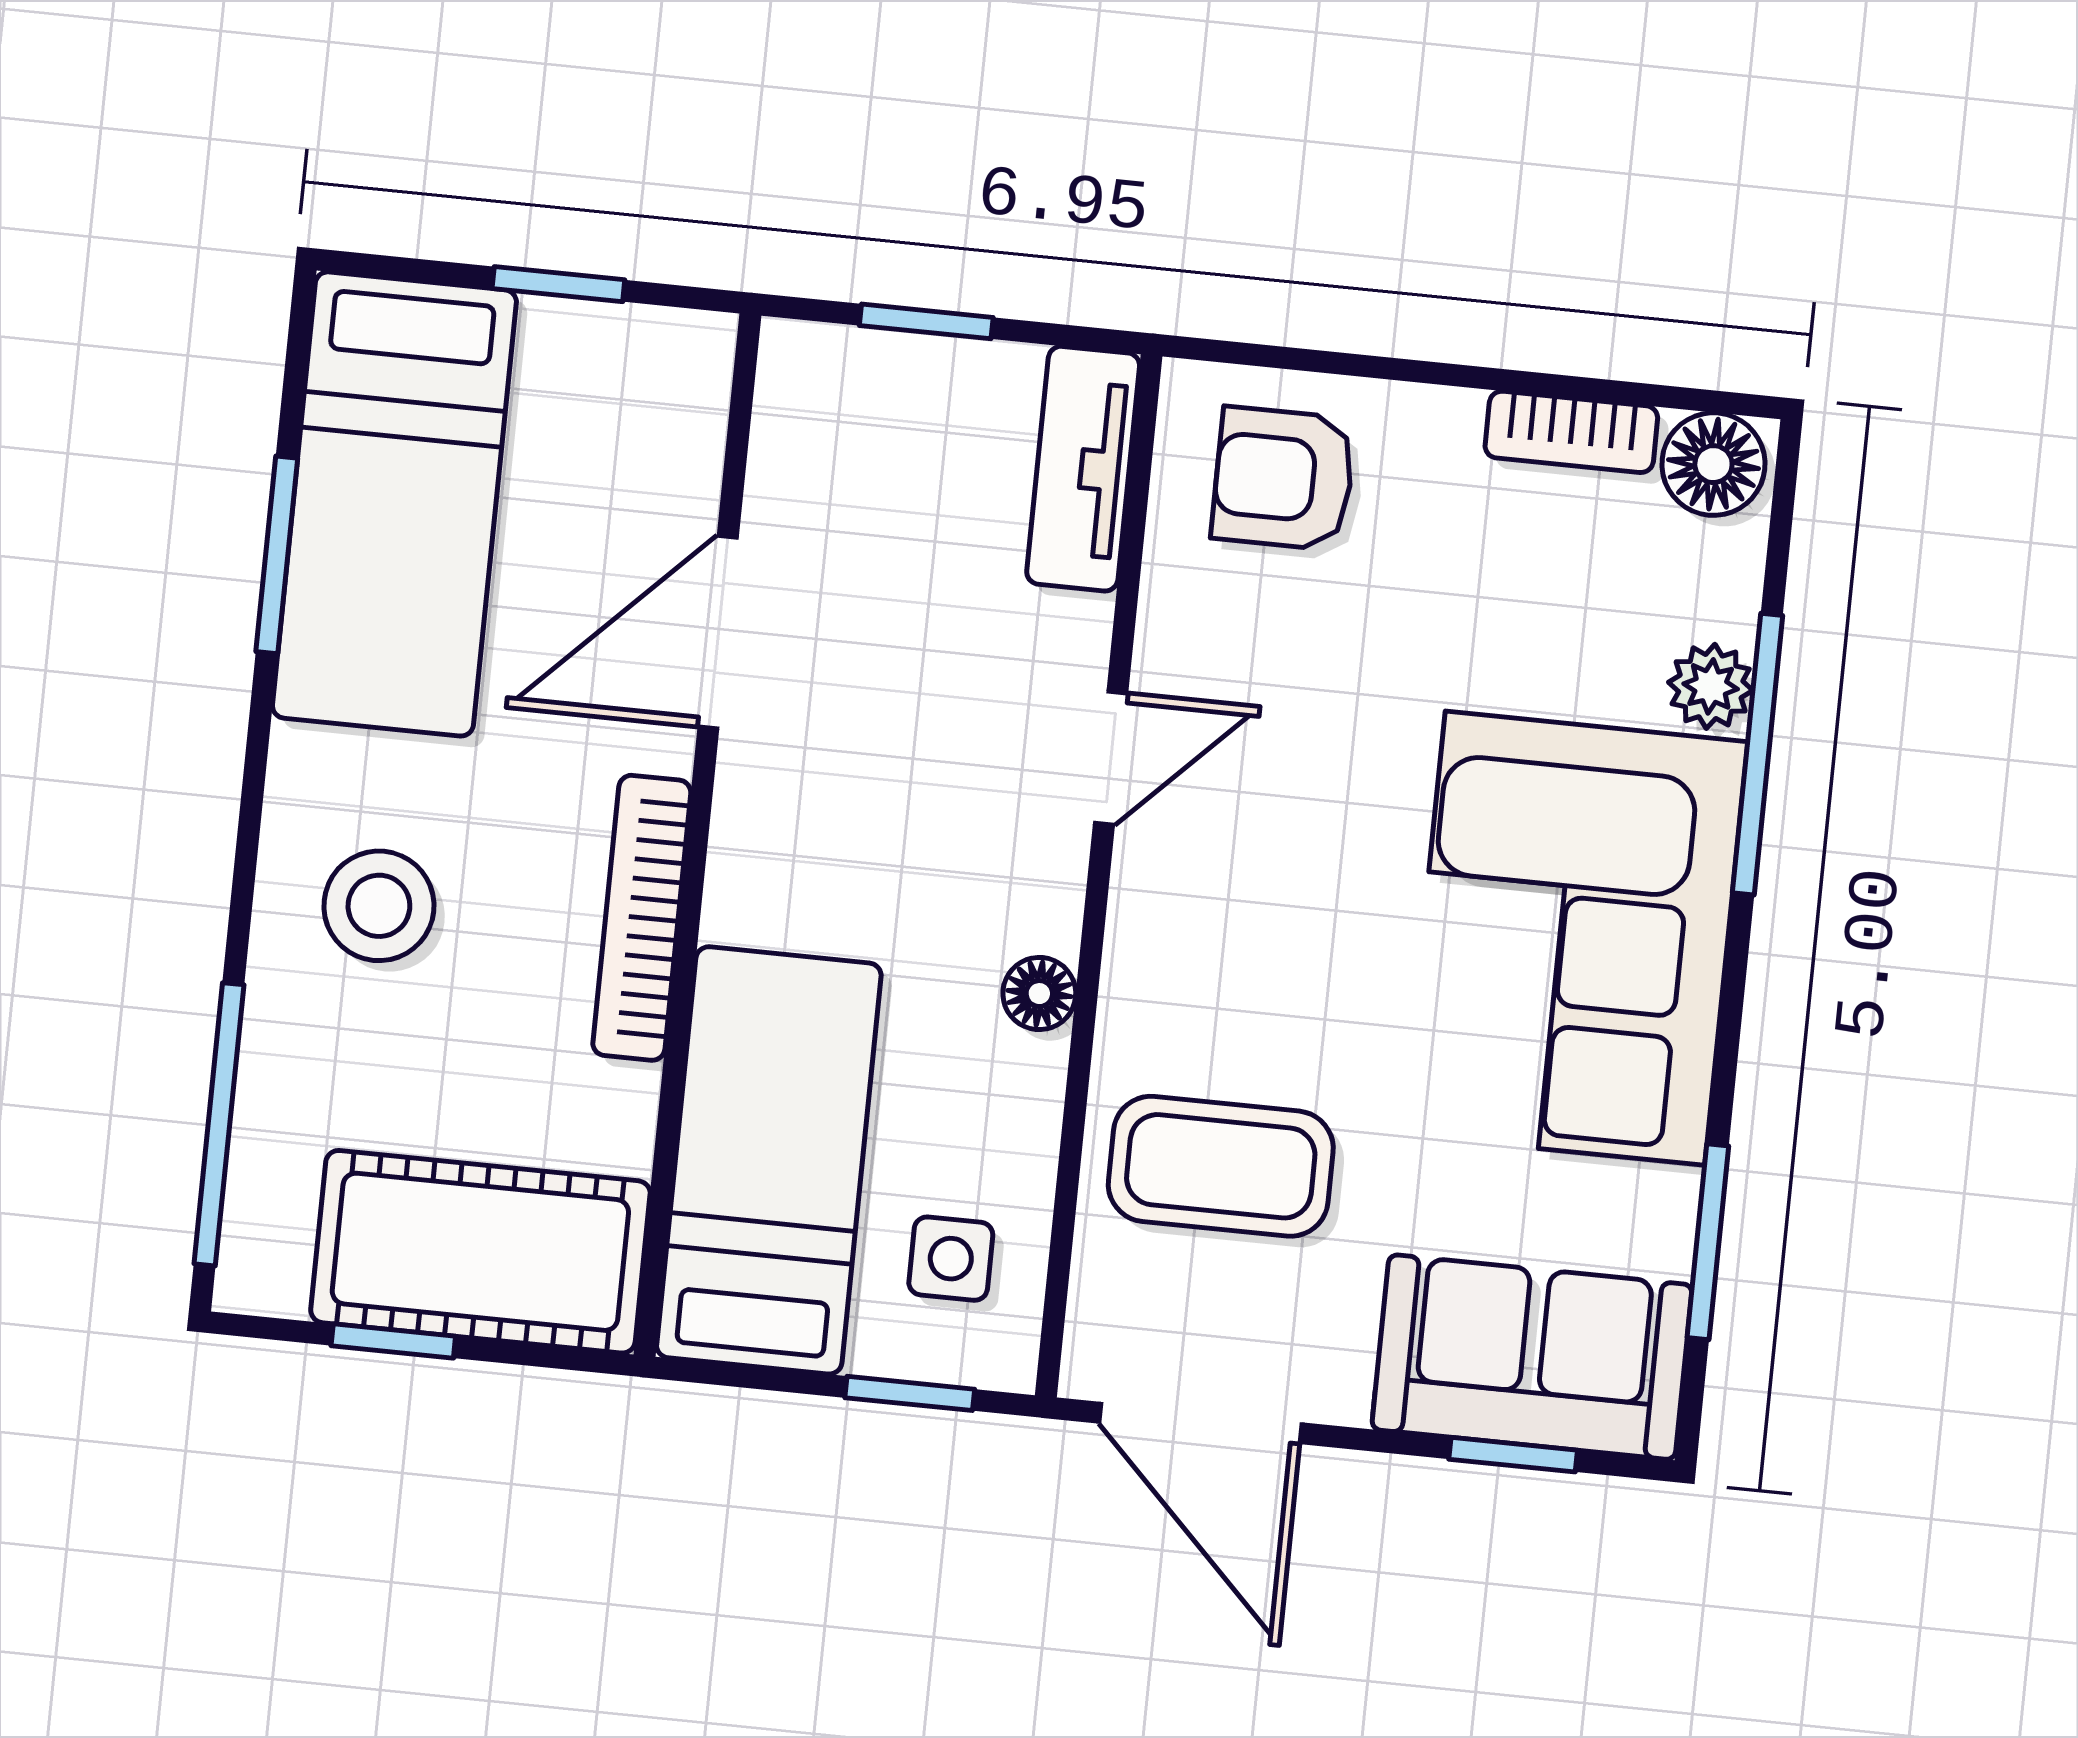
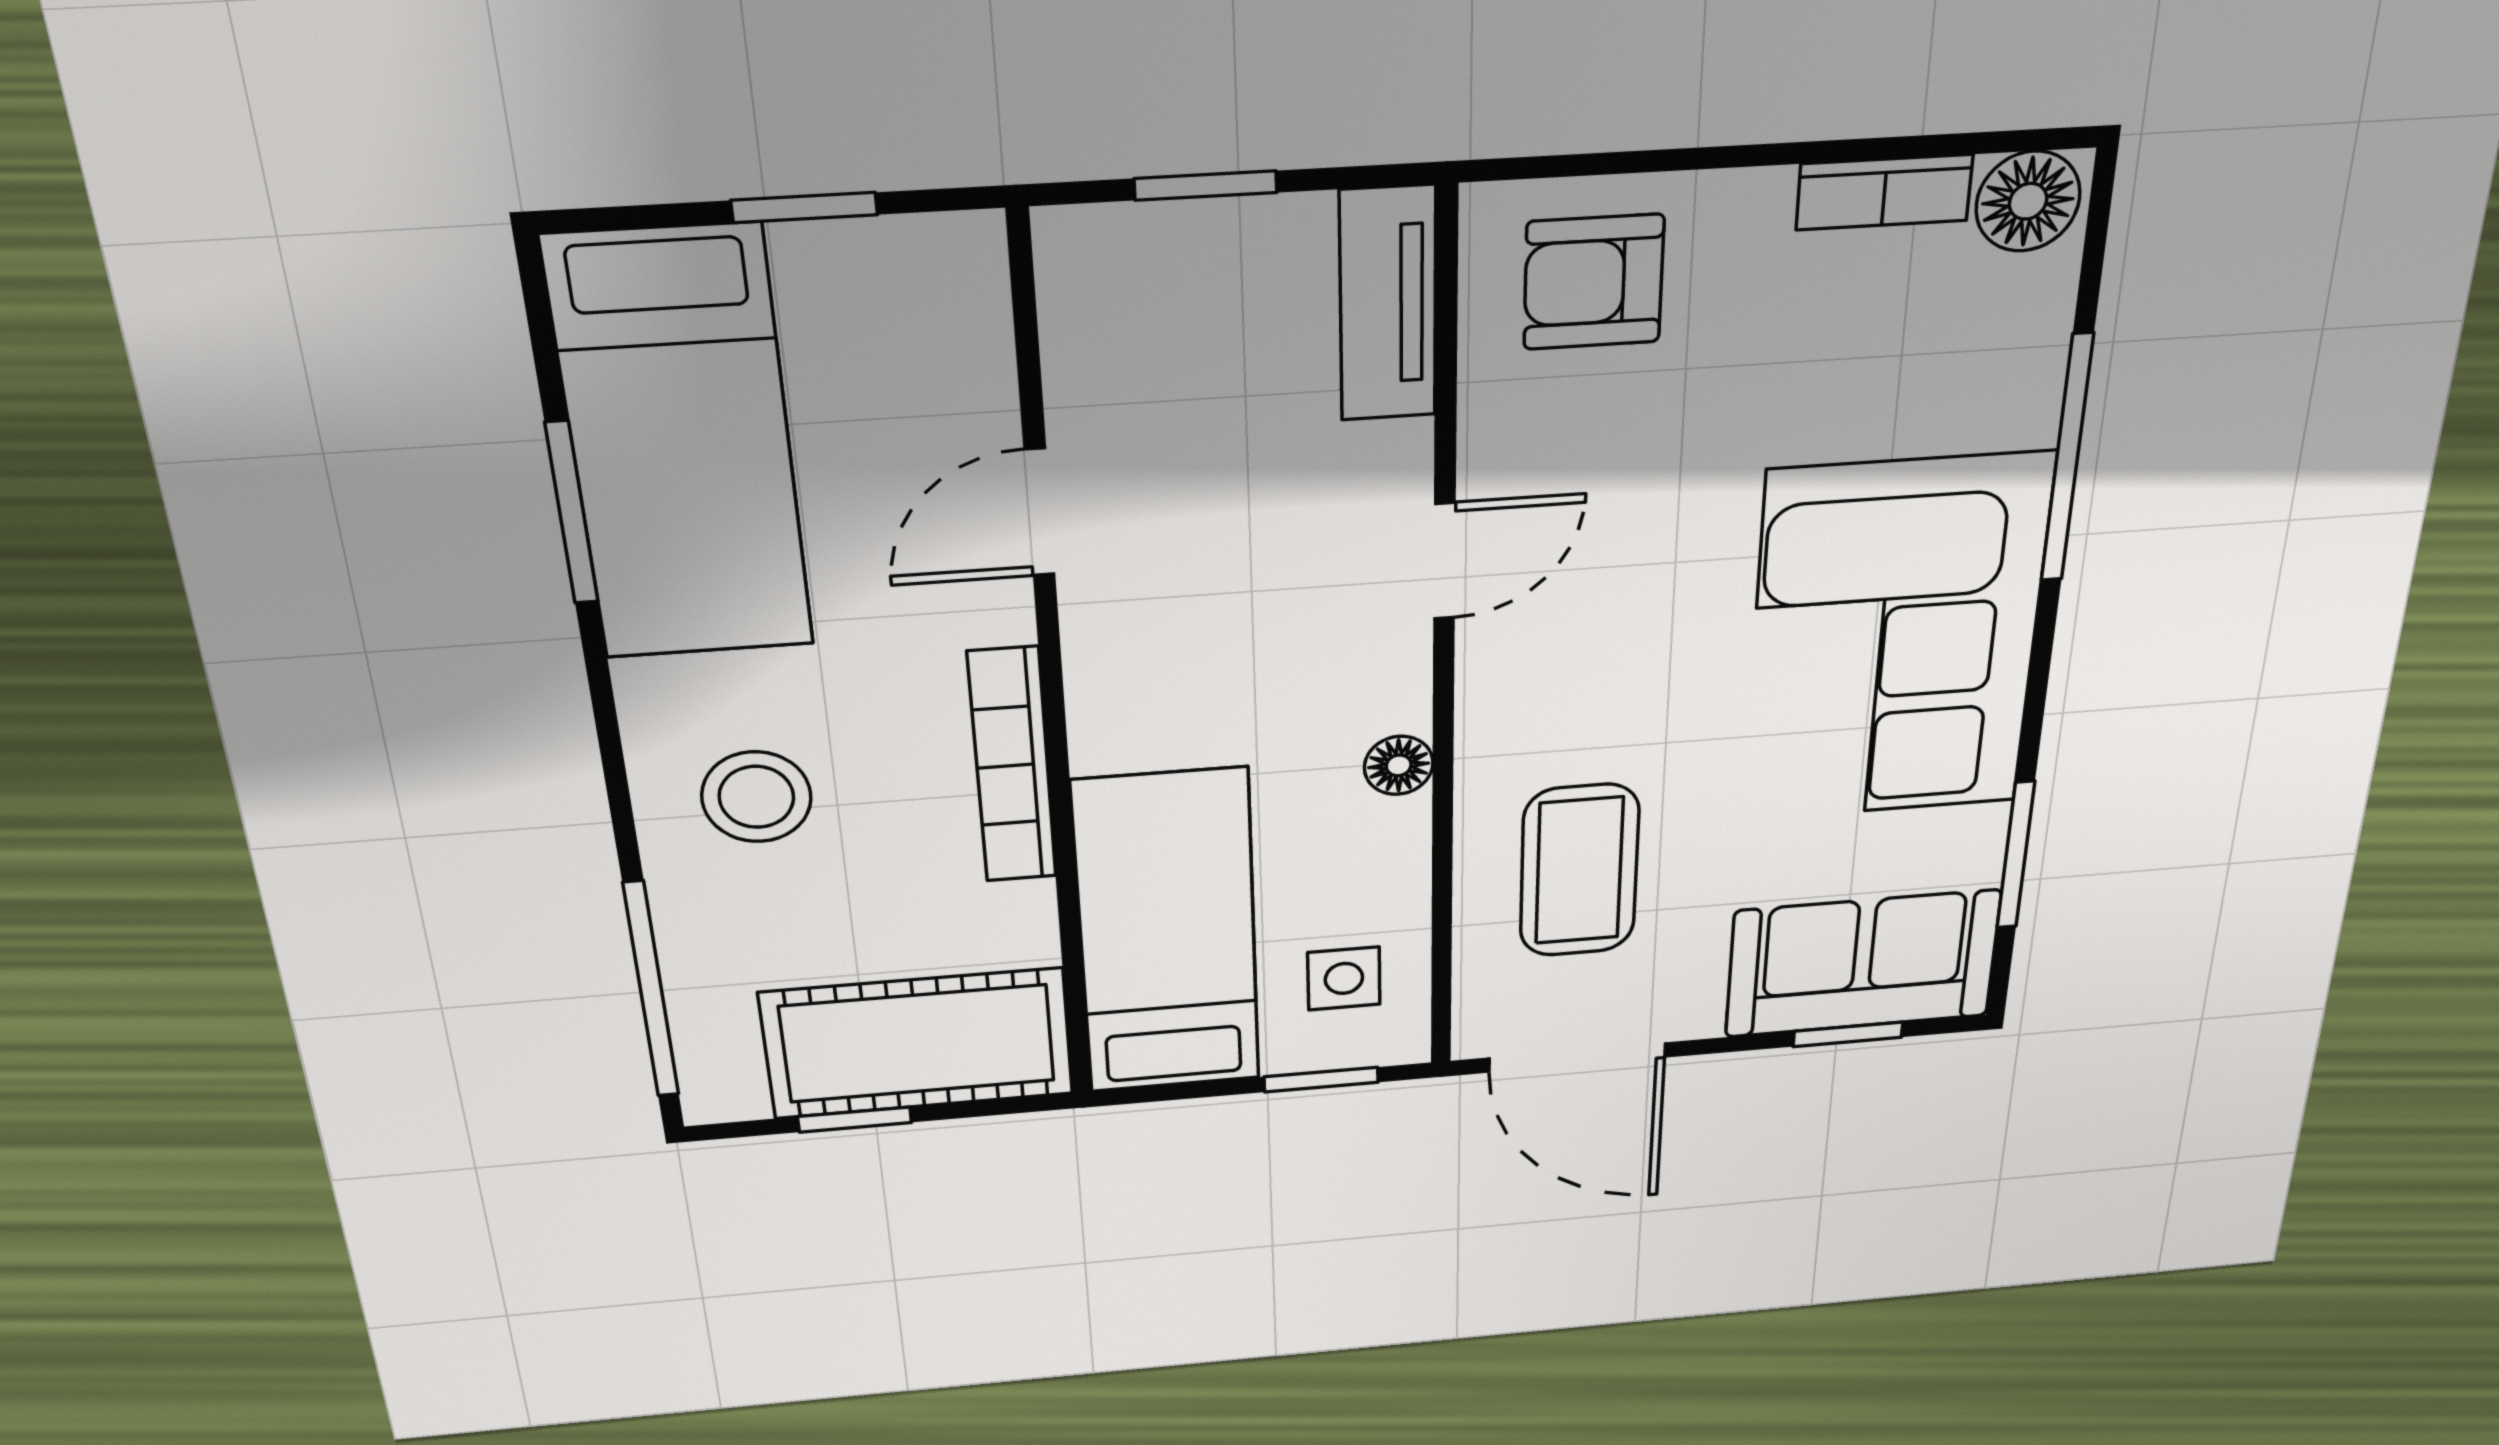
door: (718, 632) -> (1039, 512), width x0.73
plant: (1711, 686) -> (2023, 407), removed
coffee table: (1221, 1166) -> (1579, 871), turned 90

